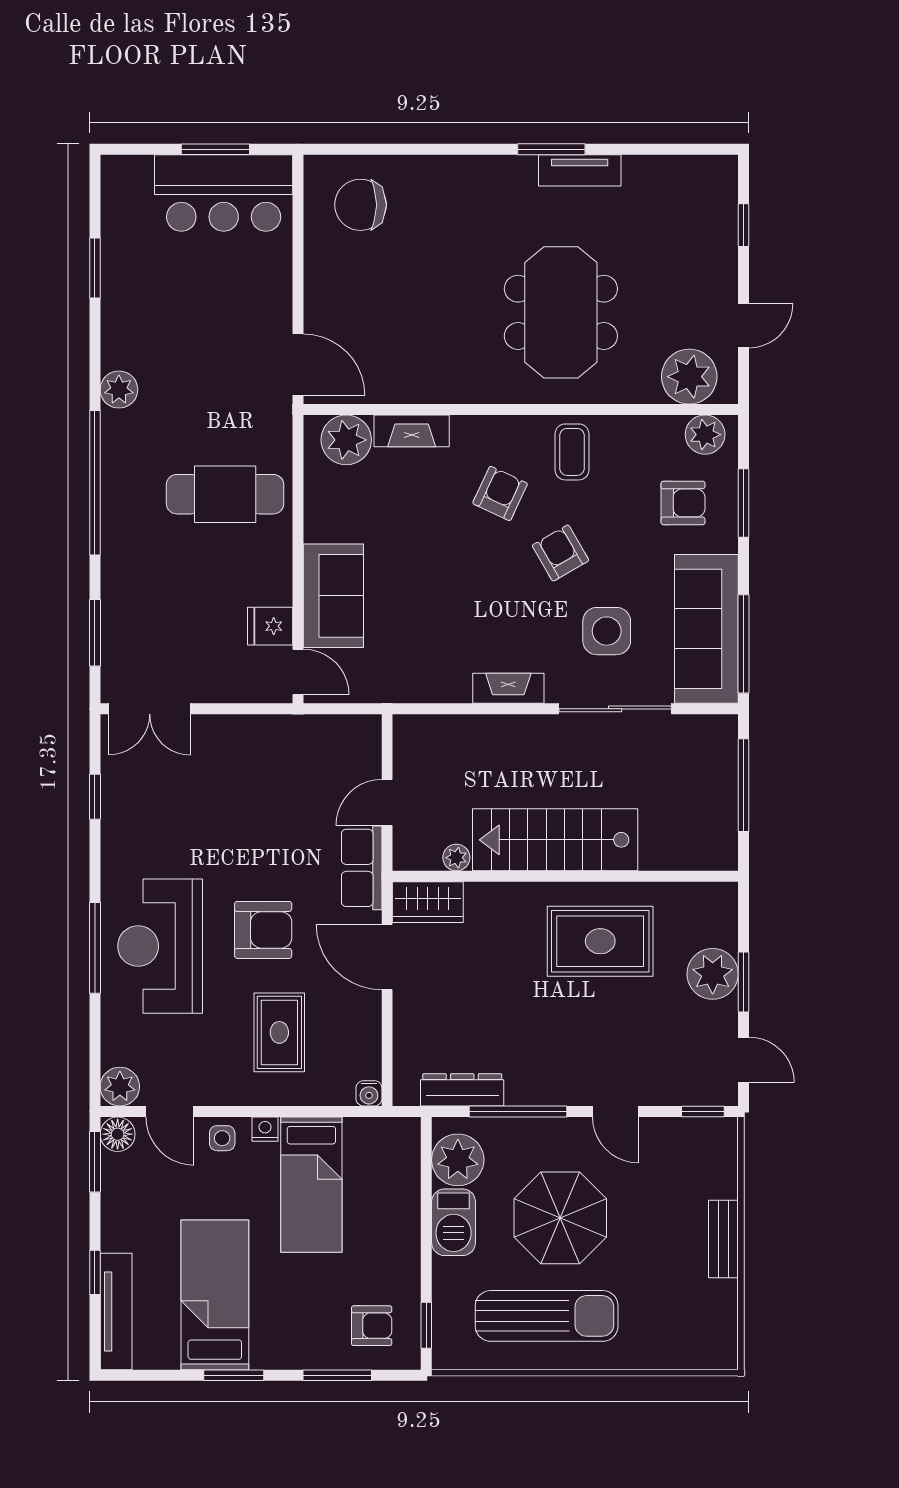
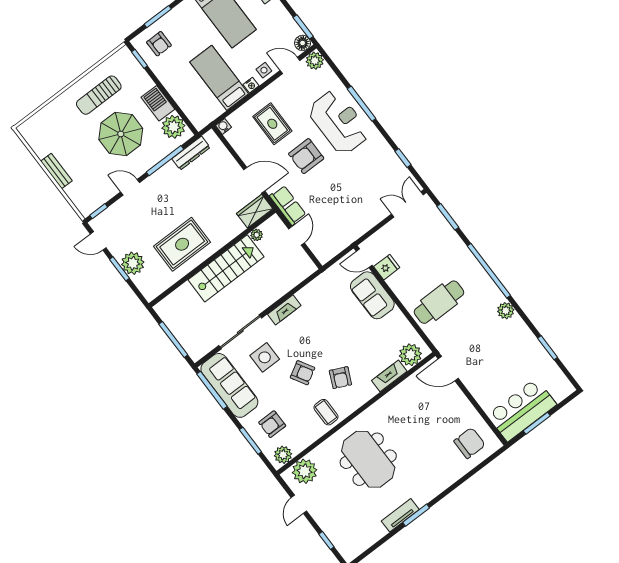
sun lounger: (547, 1316) -> (99, 95), width x0.73, depth x0.75
armchair: (372, 1326) -> (159, 44), turned -90

